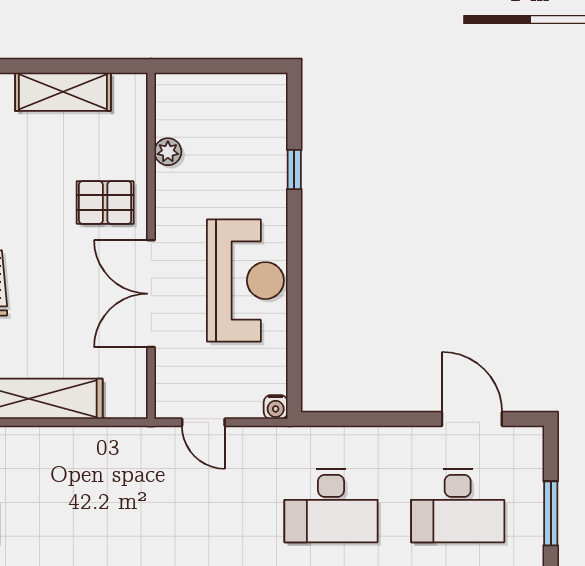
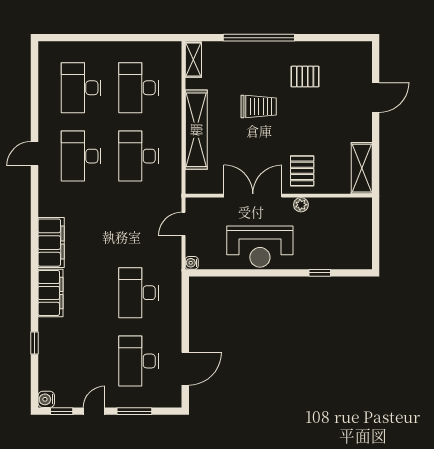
shelving: (63, 92) -> (362, 168), moved
plant: (168, 152) -> (301, 205), moved
desk: (78, 506) -> (139, 156), added

